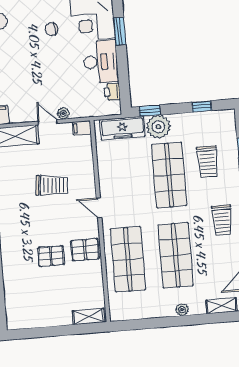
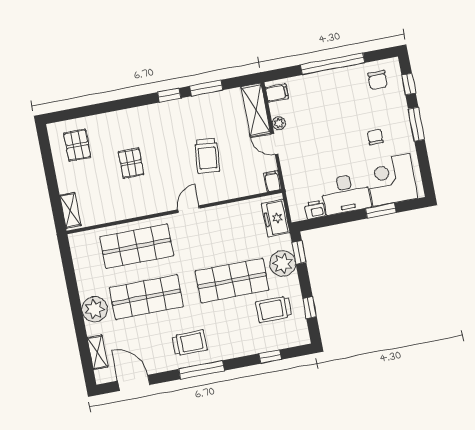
plant: (63, 113) -> (279, 123), moved
door: (48, 122) -> (274, 144), swing flipped
freezer: (122, 128) -> (276, 218), width x0.71
trolley: (207, 162) -> (274, 309), moved
trolley: (222, 220) -> (190, 343), turned 180
pallet: (85, 250) -> (77, 145), moved
plant: (182, 310) -> (95, 309), width x1.87, depth x1.87

